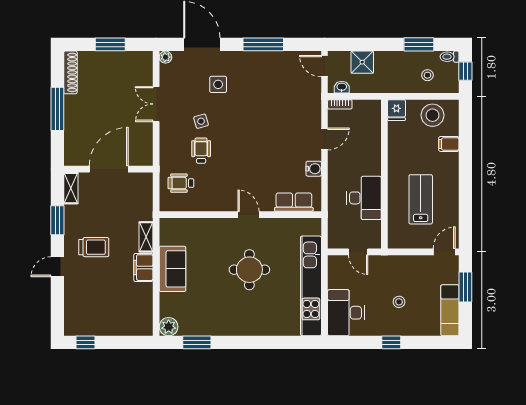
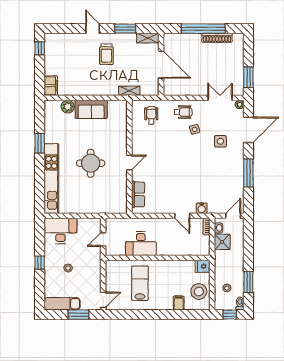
window: (110, 44) -> (248, 77), moved
shower: (362, 62) -> (222, 242), moved
shoe rack: (70, 72) -> (217, 38), moved
double door: (156, 104) -> (220, 98), moved
window: (57, 109) -> (203, 29), width x1.46
wheelchair: (201, 151) -> (183, 112), moved
water cooler: (314, 169) -> (202, 208), moved
lab bench: (421, 199) -> (140, 283), turned -90
shelving: (146, 237) -> (129, 91), moved
door: (444, 252) -> (103, 300), hinge flipped
filing cabinet: (143, 268) -> (51, 86), moved, turned 90
kitchen unit: (311, 286) -> (51, 179), moved, turned 90
plant: (169, 327) -> (68, 107), moved
window: (197, 342) -> (40, 143), moved

